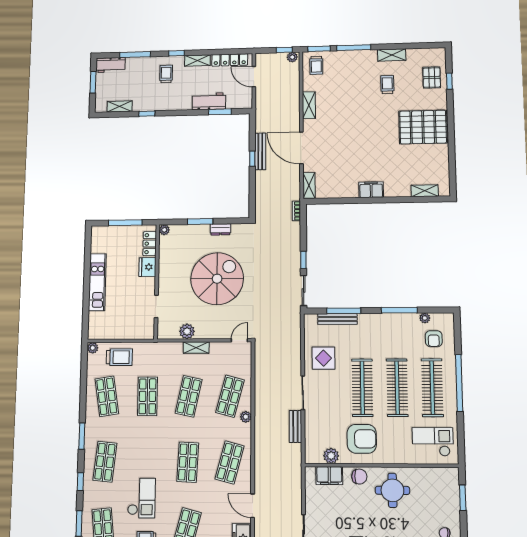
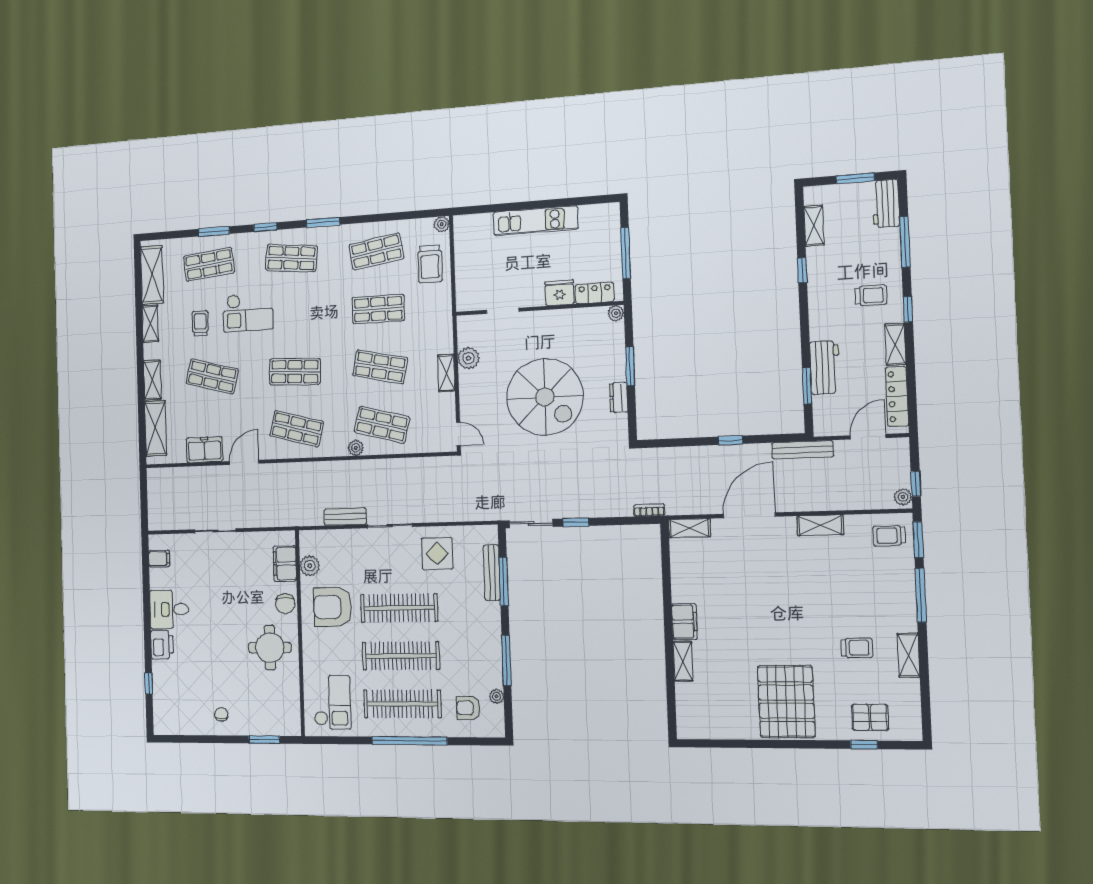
bench: (260, 151) -> (803, 450), moved
shelving: (425, 191) -> (683, 661), moved
armchair: (362, 439) -> (333, 607), turned 90

